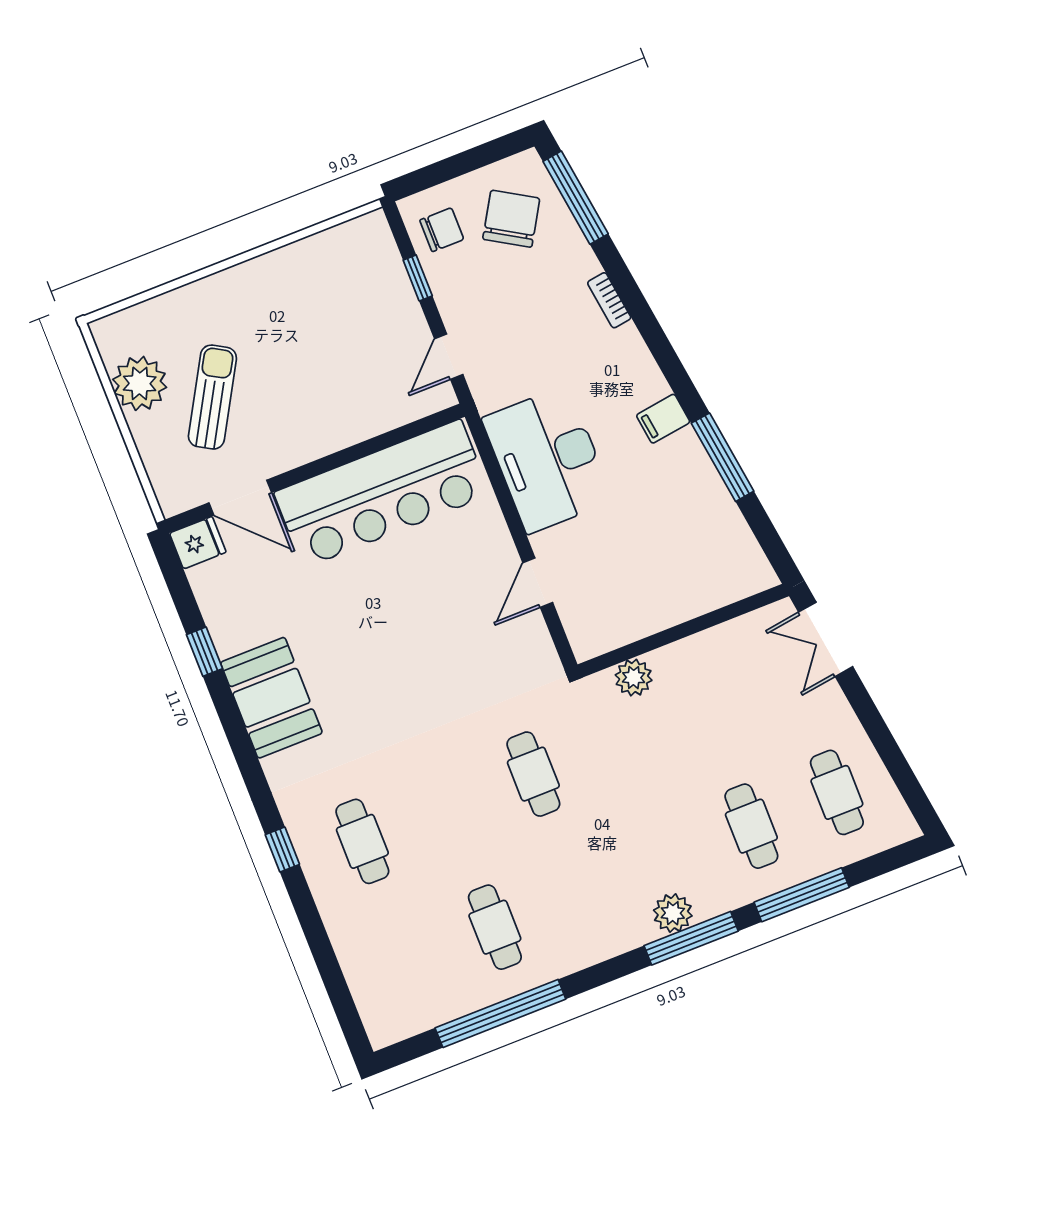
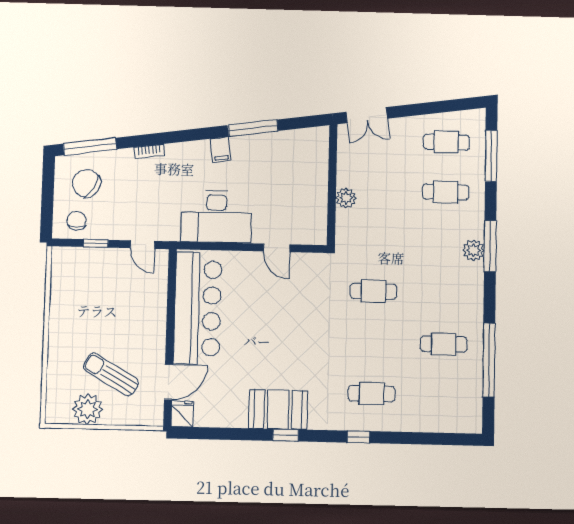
window: (204, 652) -> (286, 435), moved
plant: (634, 678) -> (346, 198), moved
window: (802, 895) -> (491, 156), moved

